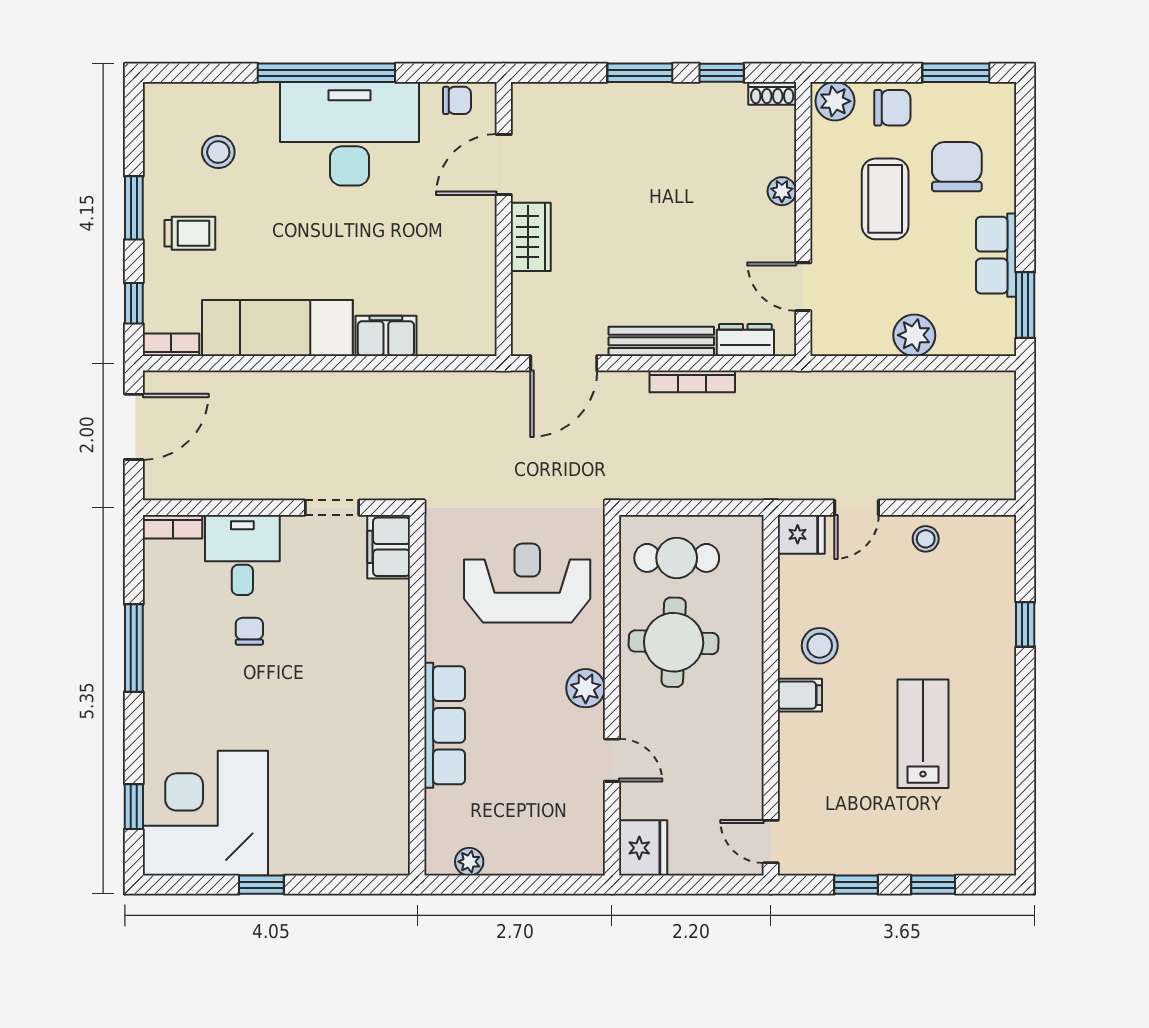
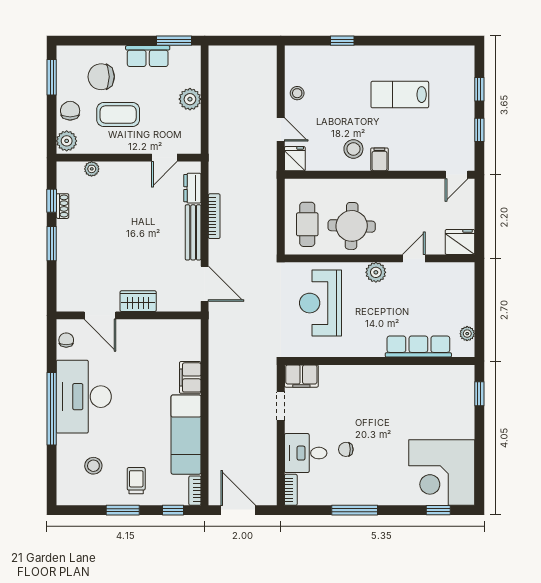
shoe rack: (772, 93) -> (63, 206), moved
plant: (782, 191) -> (92, 169), moved
row of seats: (445, 725) -> (418, 347), moved
window: (261, 885) -> (479, 394), moved

